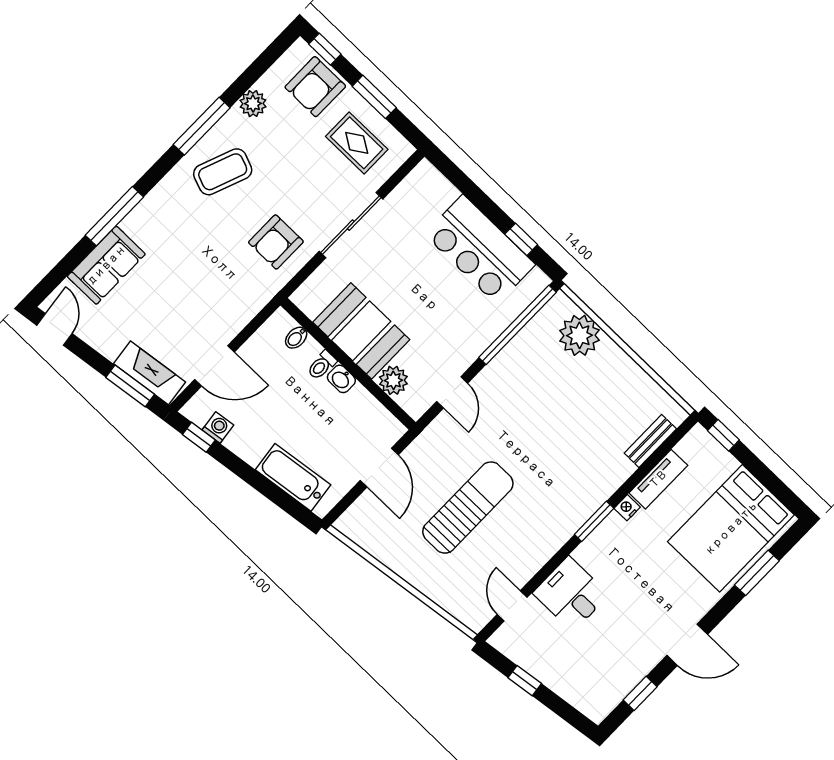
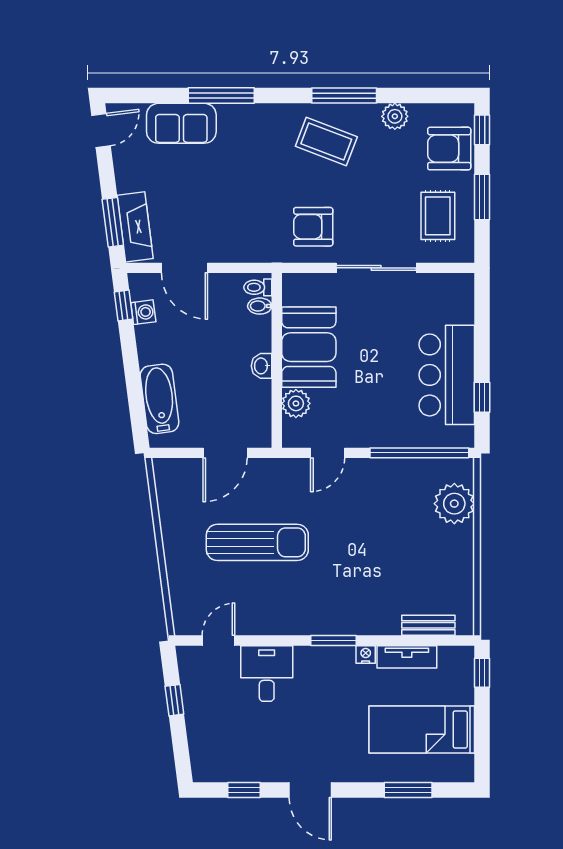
toilet: (322, 365) -> (258, 287), moved
bed: (731, 528) -> (422, 730), width x0.67

